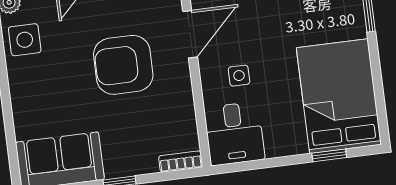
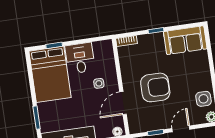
desk: (234, 133) -> (80, 58), moved

